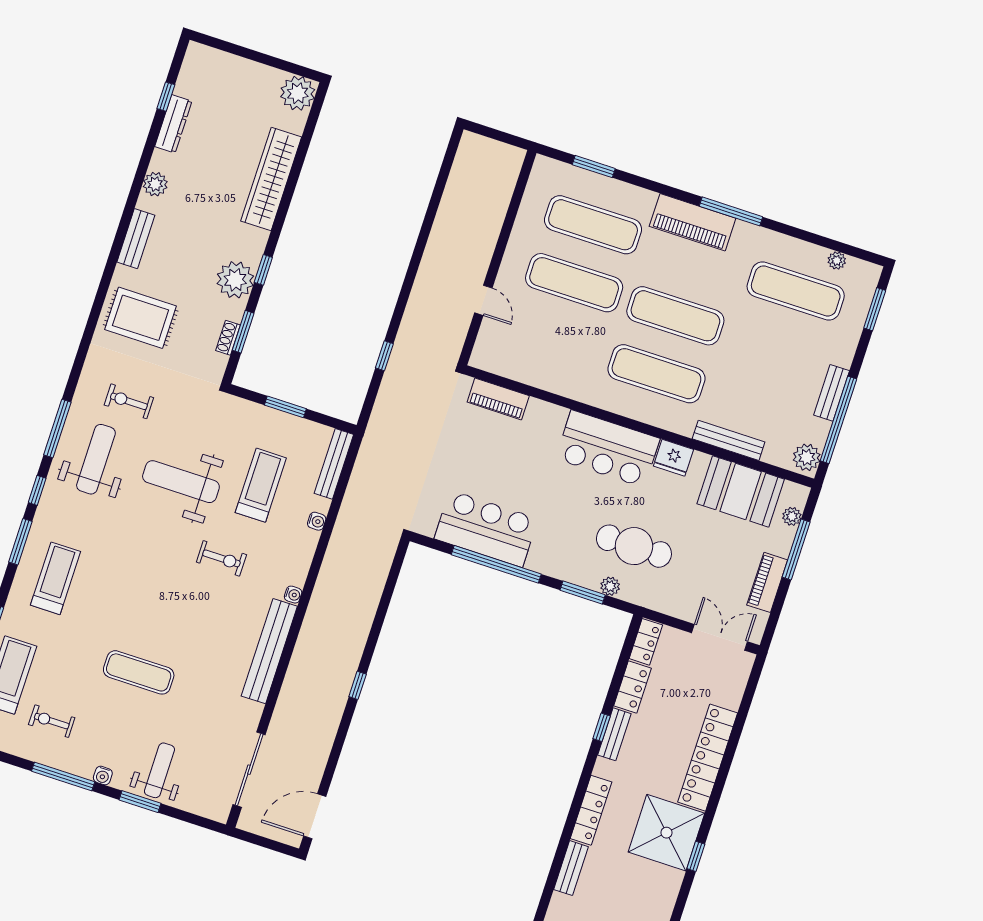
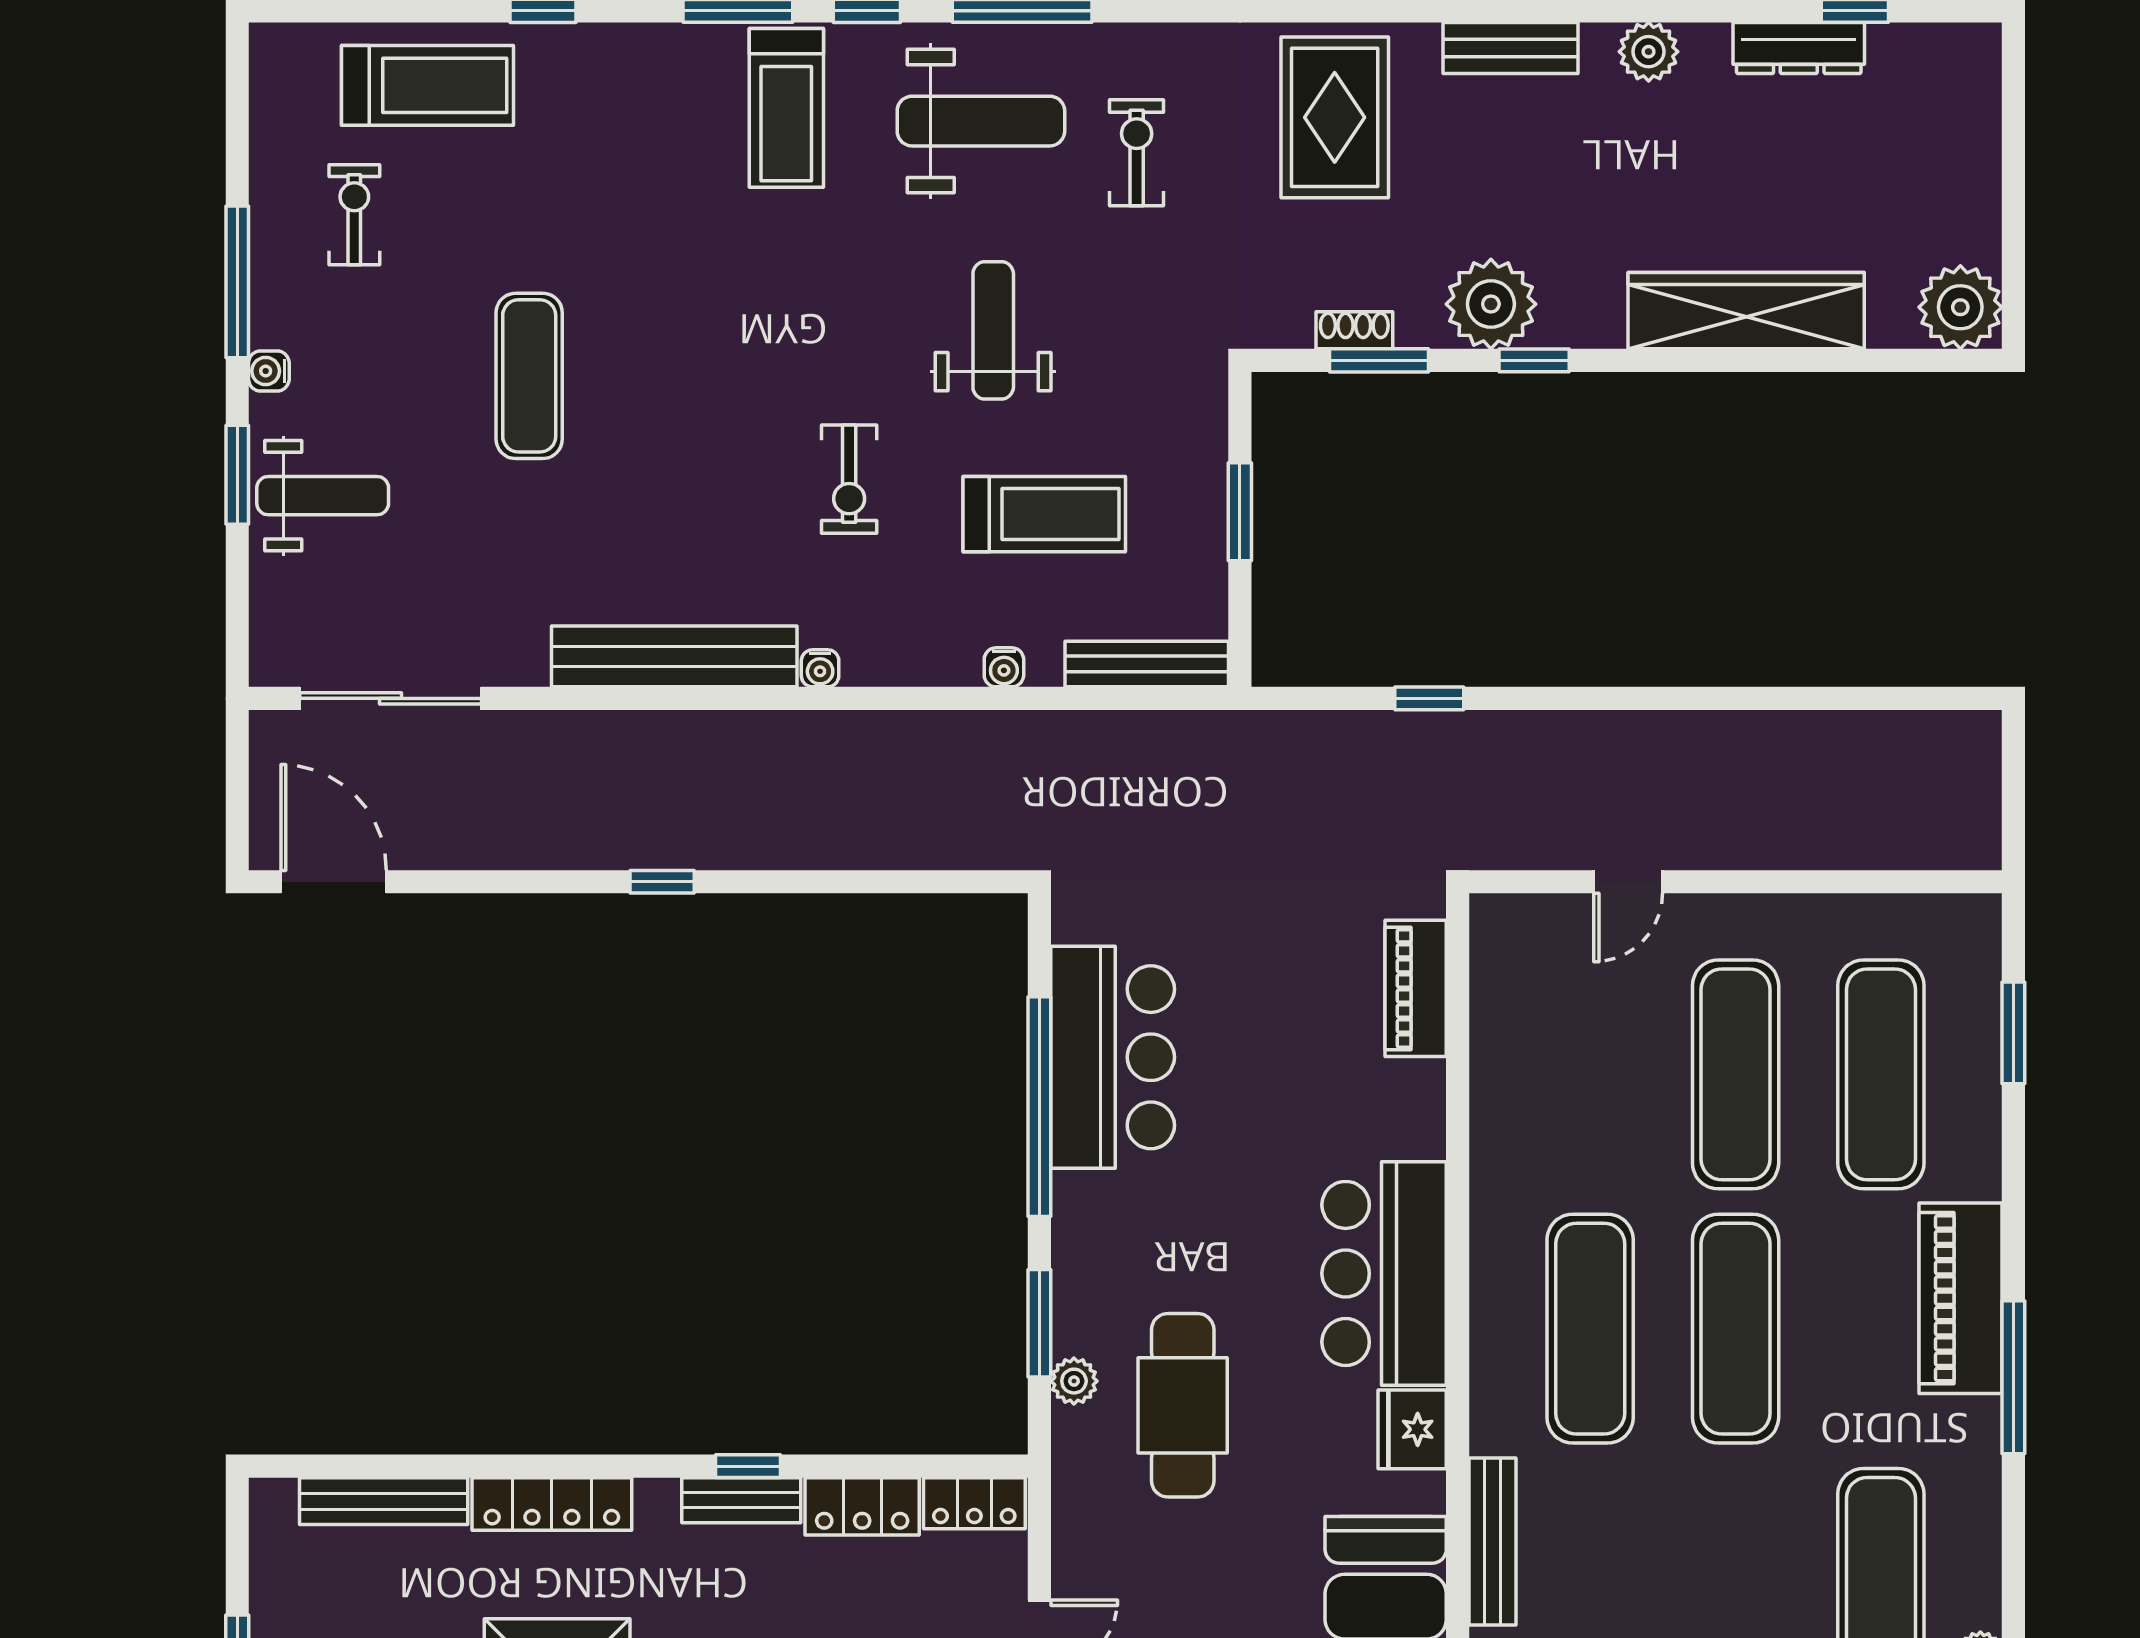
weight bench: (181, 482) -> (993, 330), width x0.73, depth x0.75
treadmill: (55, 578) -> (786, 108), moved, turned 90
bench: (571, 868) -> (384, 1501), width x1.36

